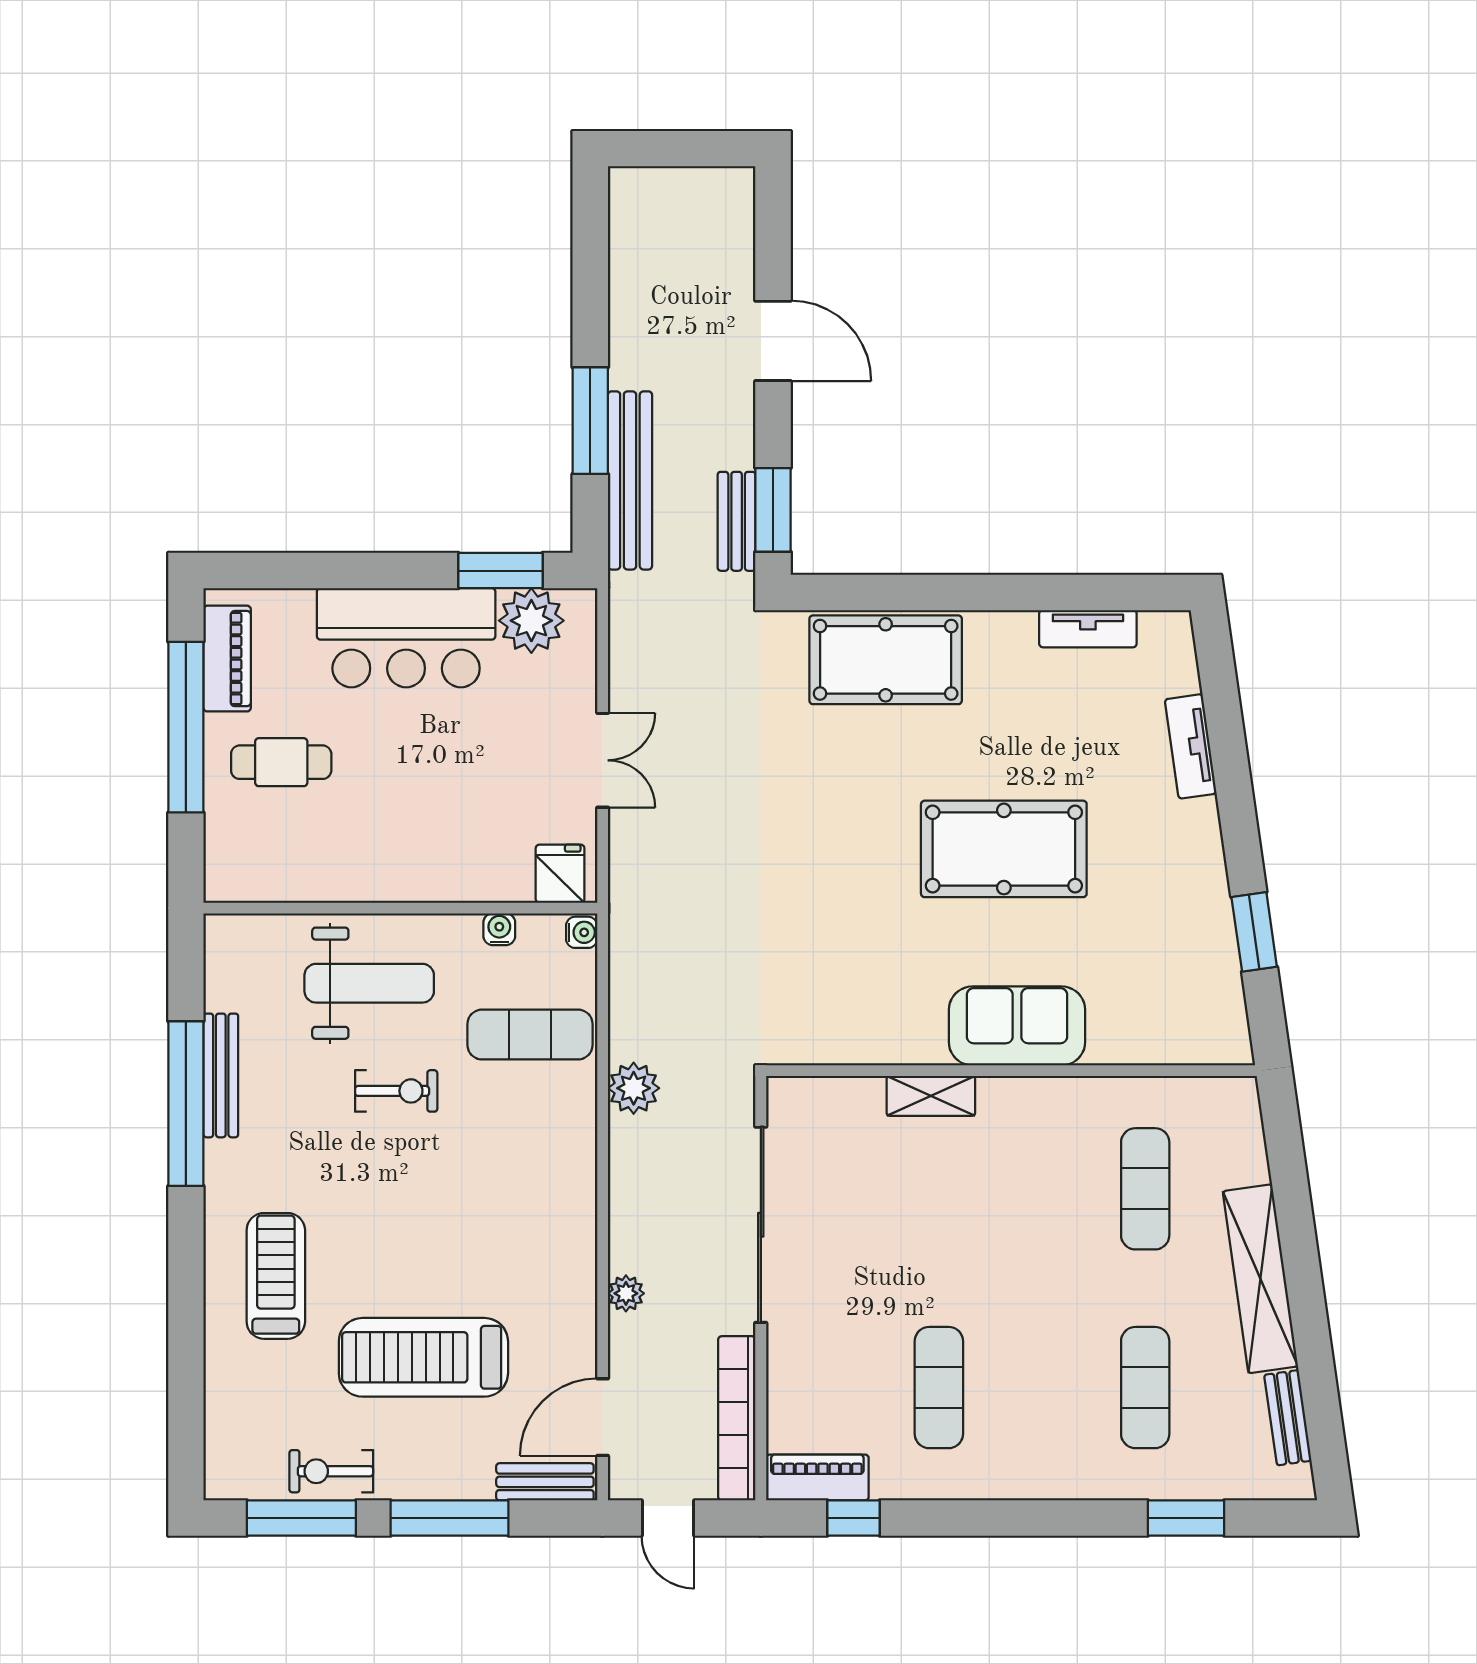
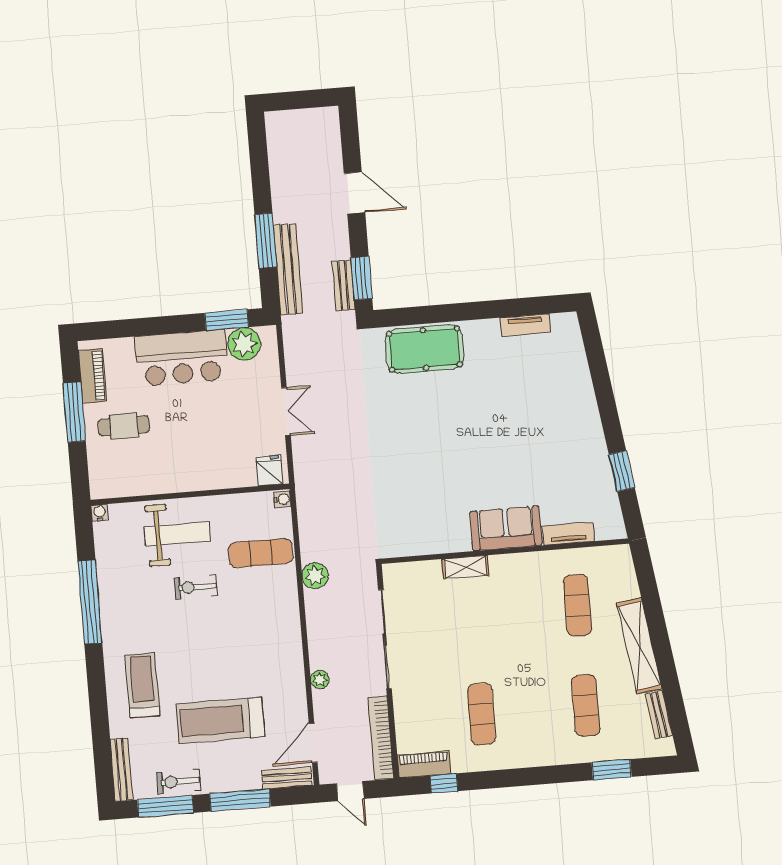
window: (186, 727) -> (74, 412), width x0.68
tv unit: (1191, 746) -> (568, 534), moved, turned 98
pool table: (1004, 849) -> (492, 440), removed
water cooler: (499, 929) -> (100, 513), moved
bench: (221, 1075) -> (121, 770), moved
exercise bike: (396, 1091) -> (195, 587), turned 180

